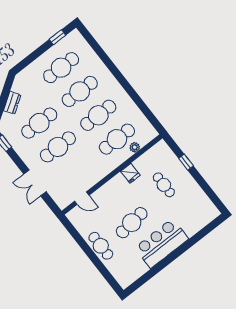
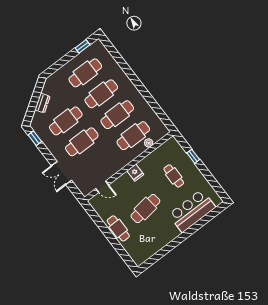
fridge: (130, 173) -> (135, 173), moved
bar counter: (162, 243) -> (192, 211), moved

